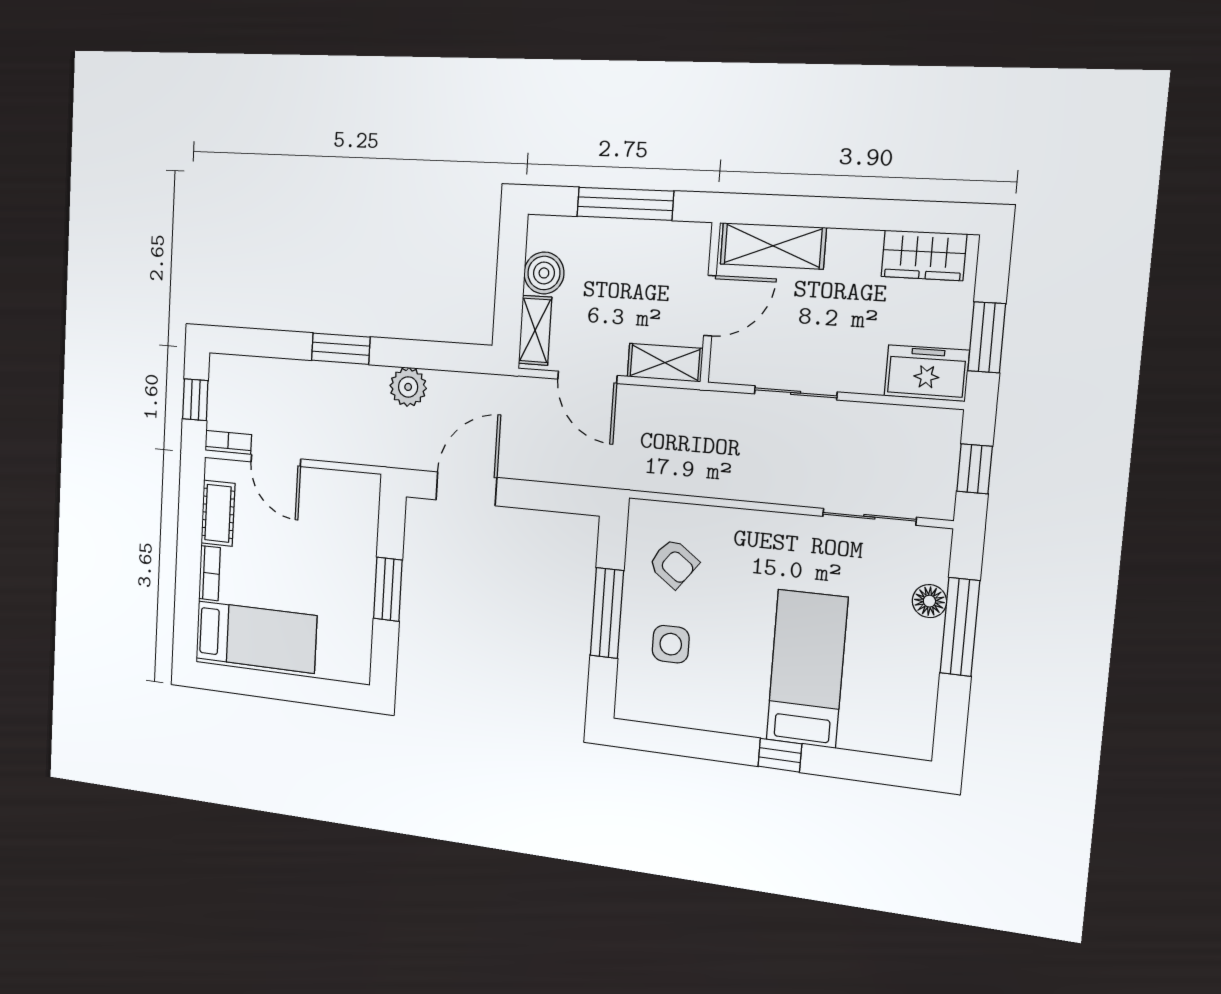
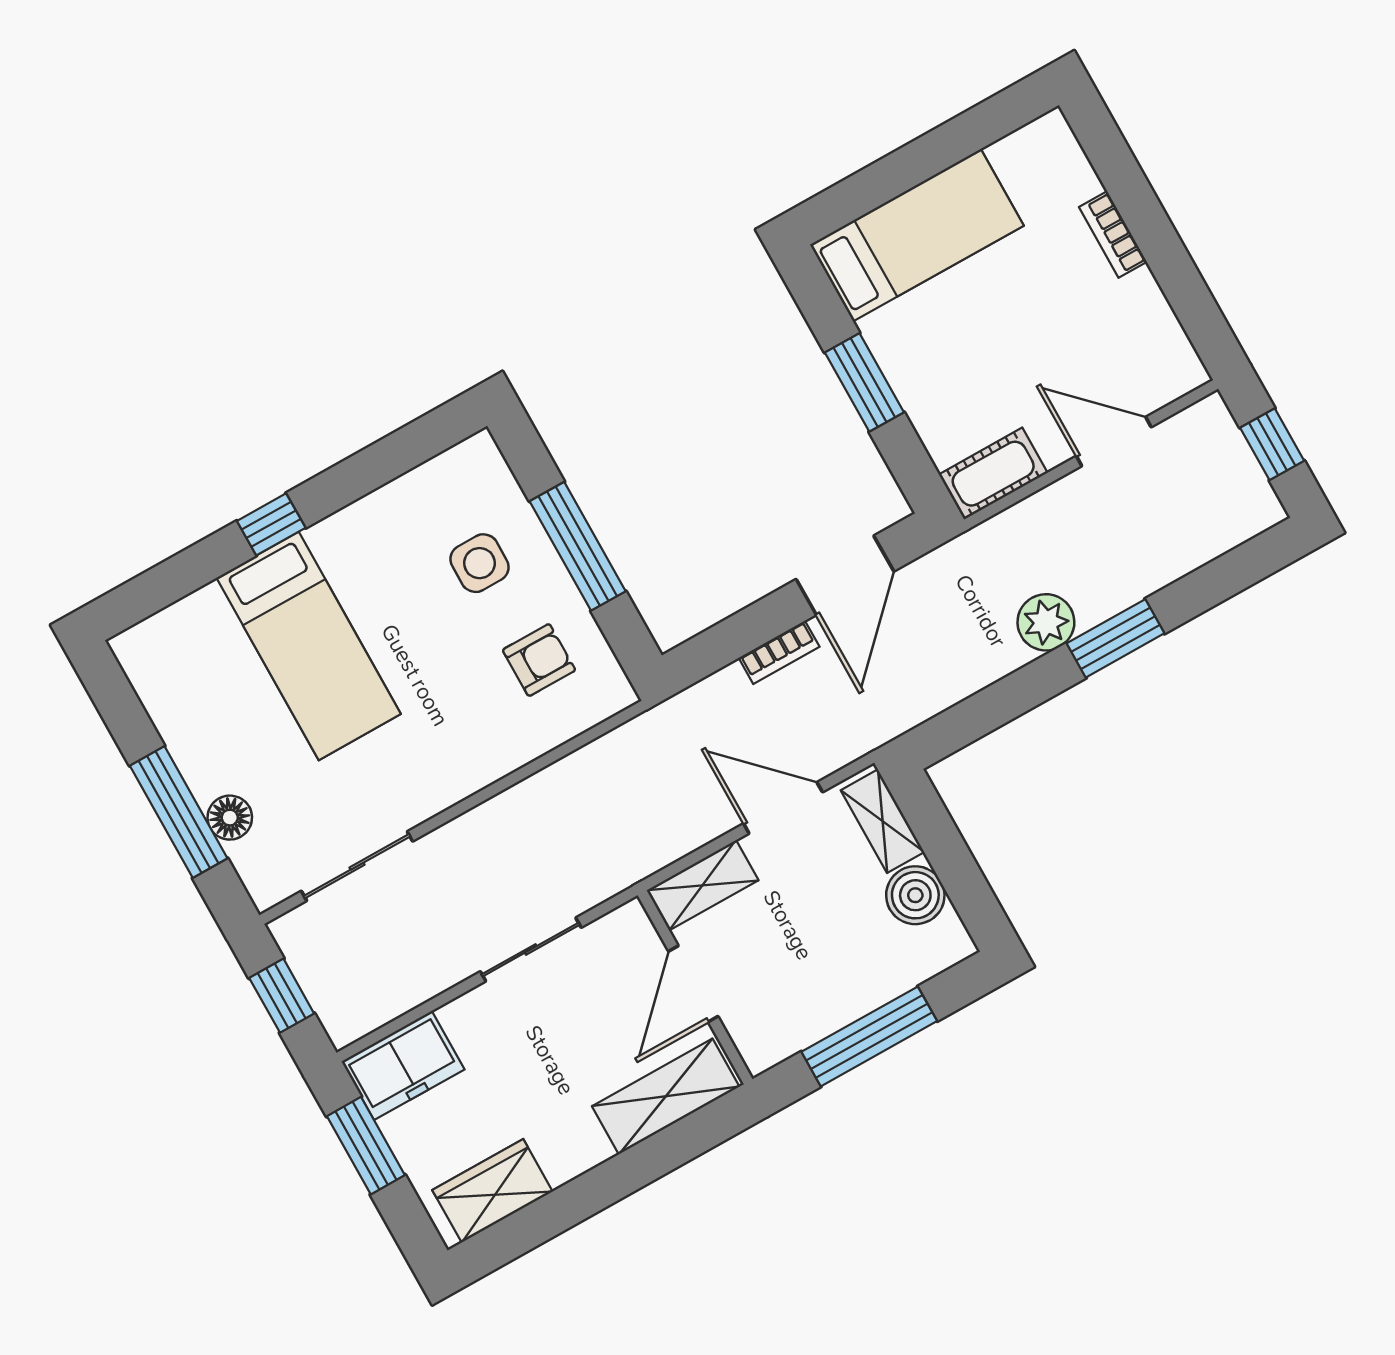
plant: (408, 387) -> (1046, 622), moved
bookcase: (228, 443) -> (779, 652), moved
cot: (218, 513) -> (993, 474), moved, turned 90
armchair: (673, 563) -> (539, 660), turned 143
bed: (256, 637) -> (917, 235), moved, turned 180

